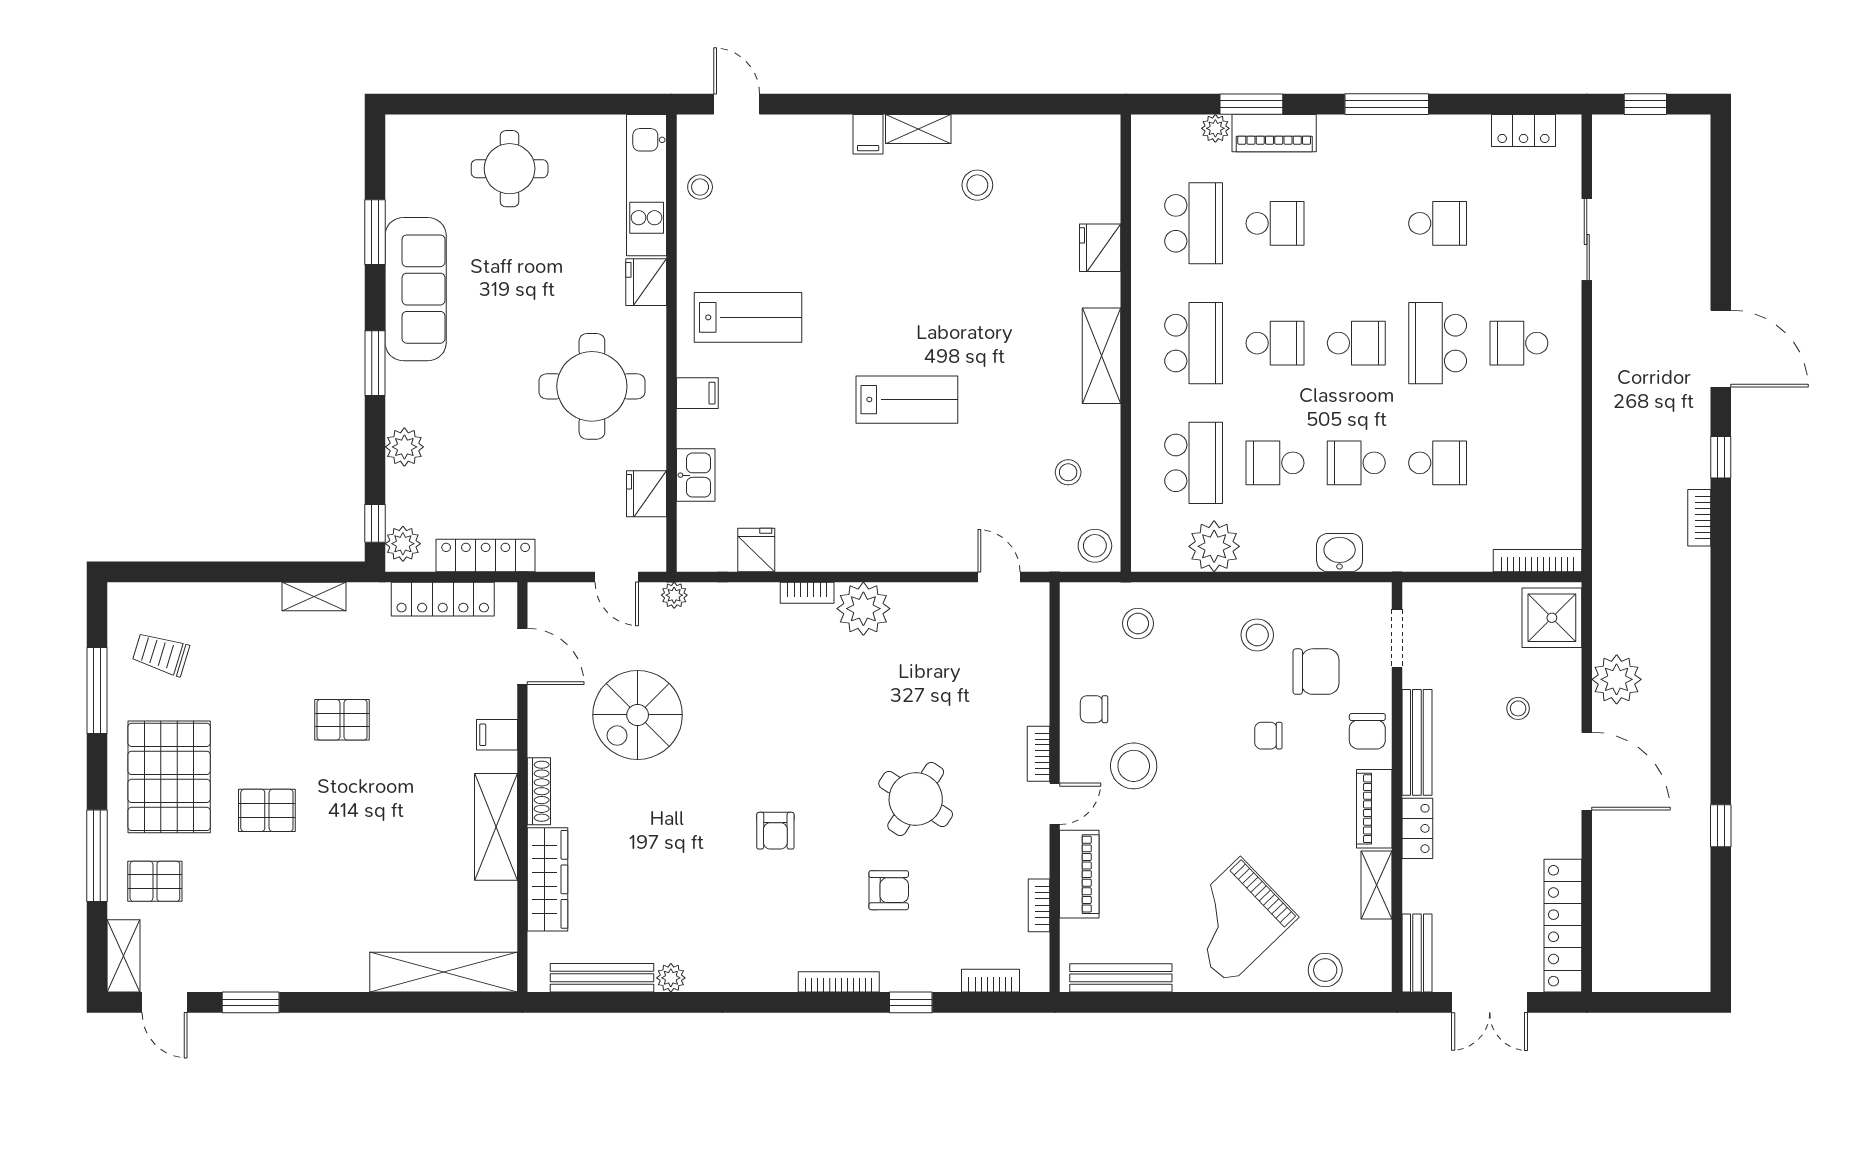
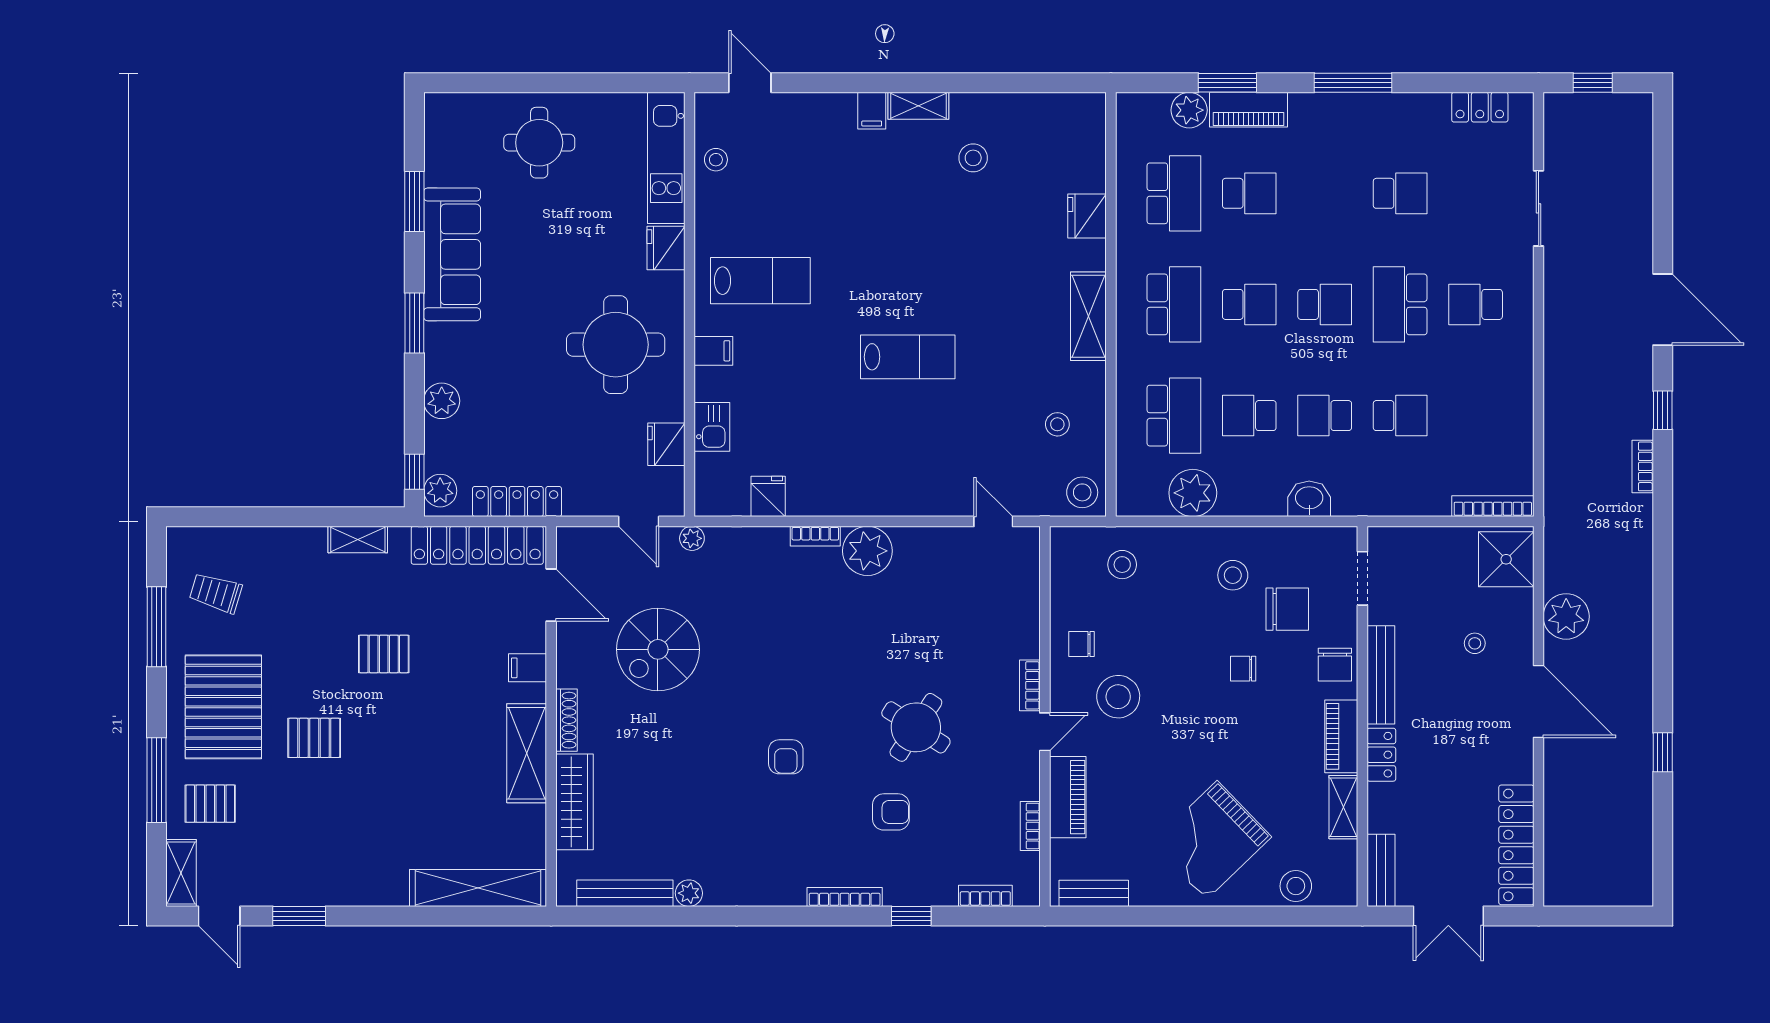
plant: (1215, 128) -> (1189, 110), width x1.38, depth x1.38
locker: (443, 599) -> (477, 545), width x1.41, depth x1.21
bench: (1121, 978) -> (1094, 893), width x0.73

